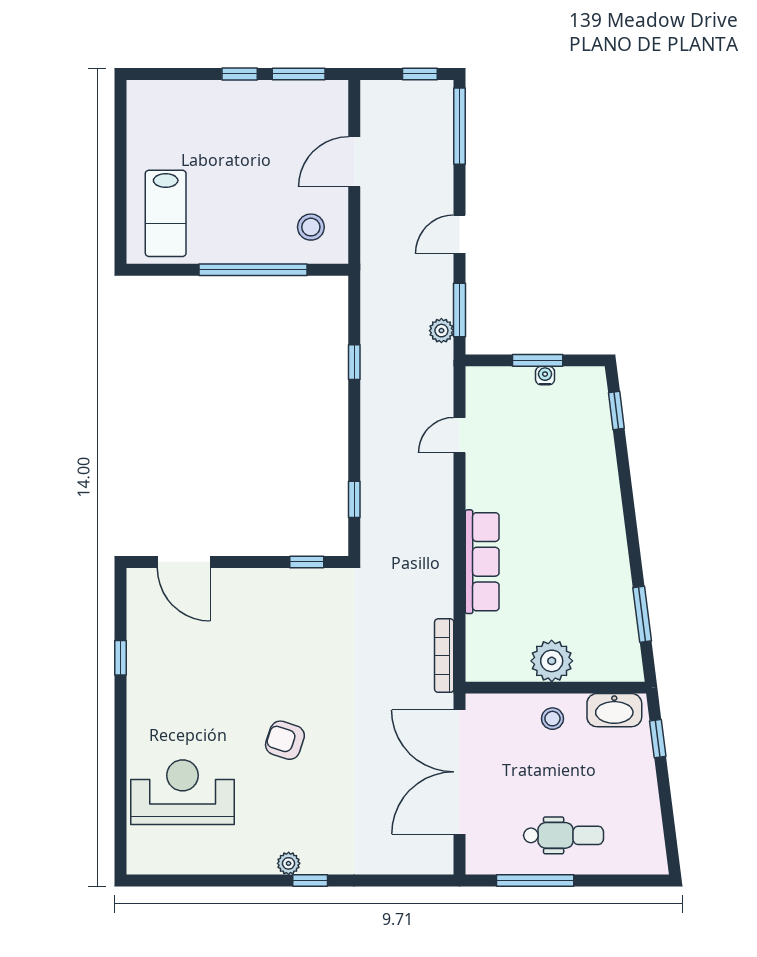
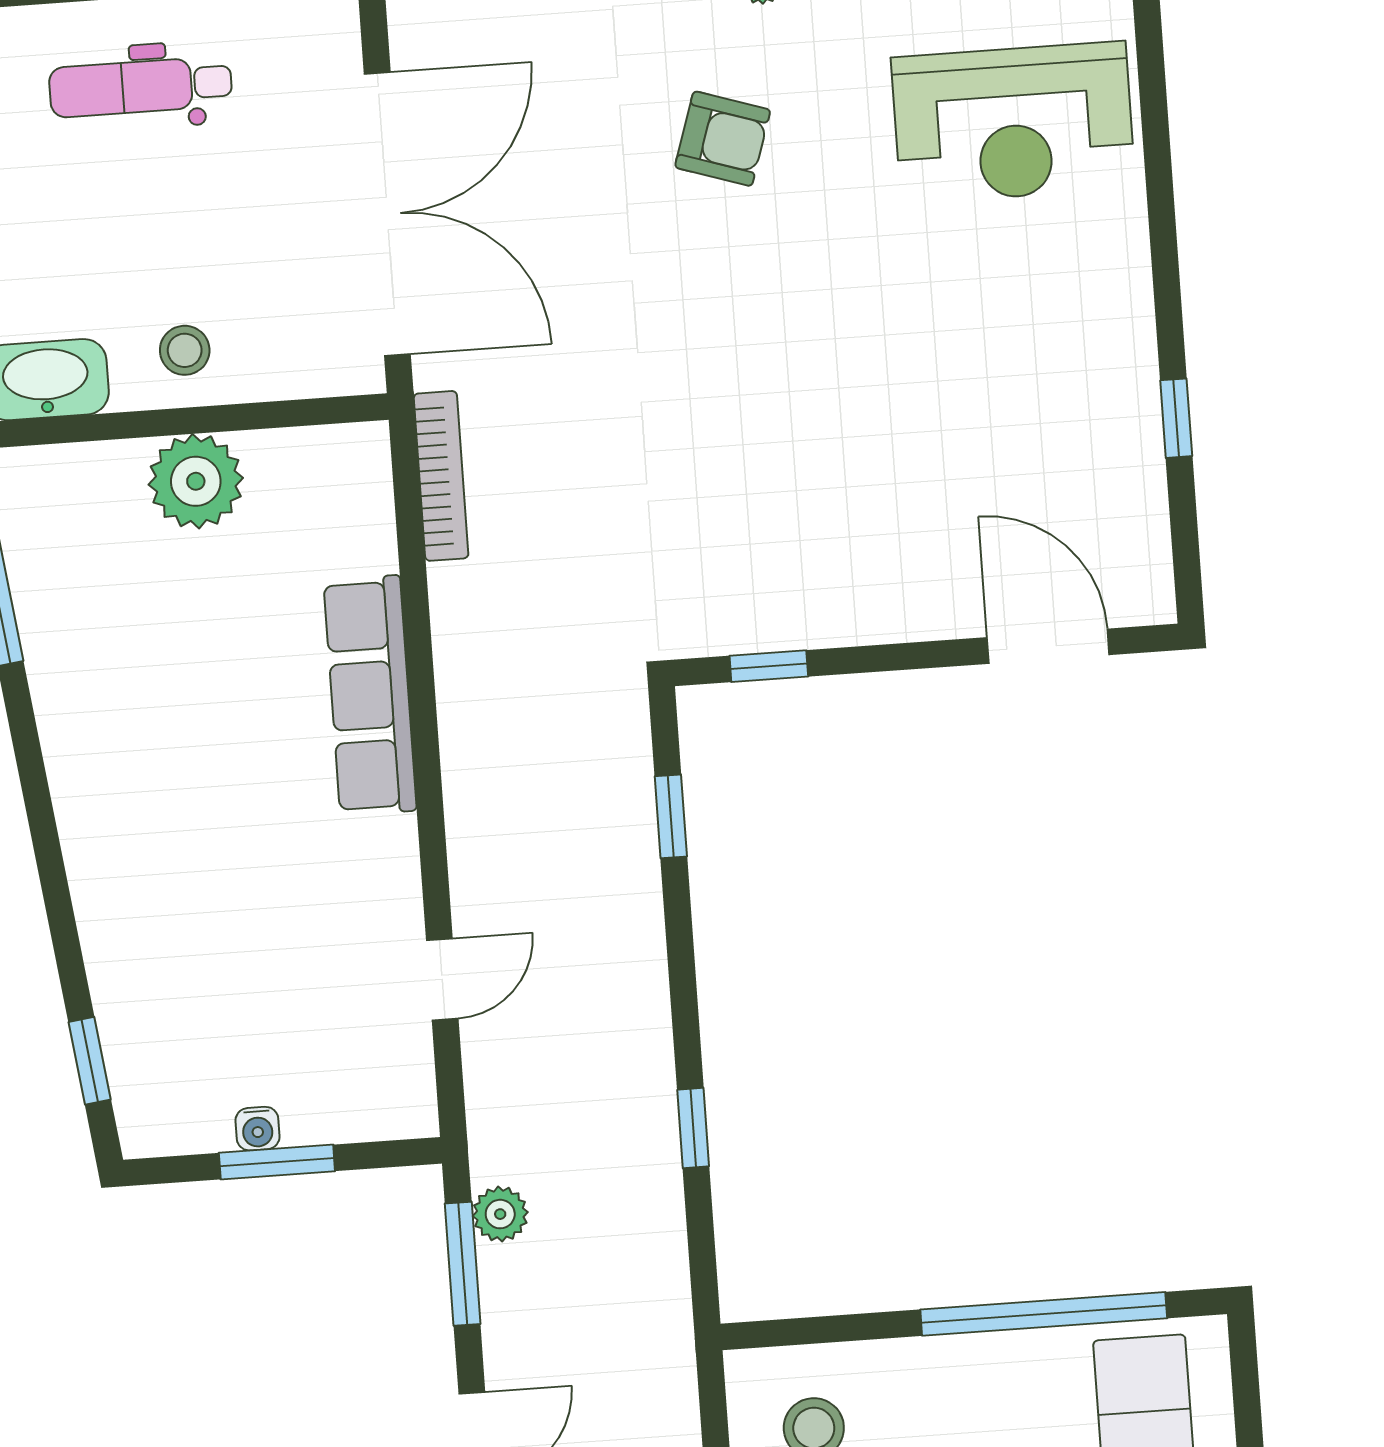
window: (253, 270) -> (1044, 1314), moved
armchair: (285, 740) -> (723, 139), moved

